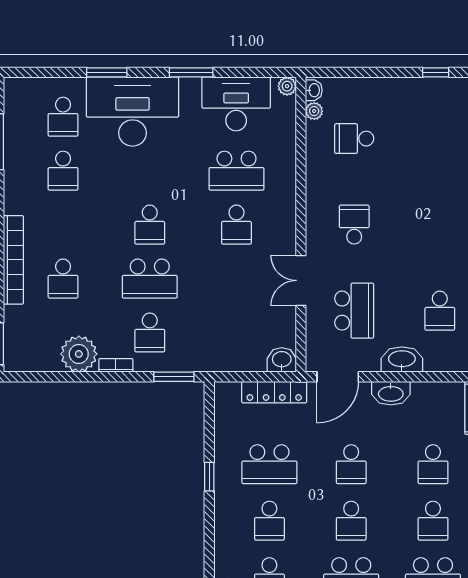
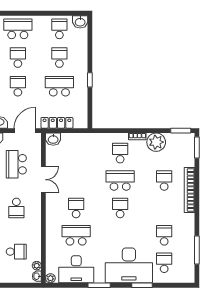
window: (174, 377) -> (181, 131), moved

